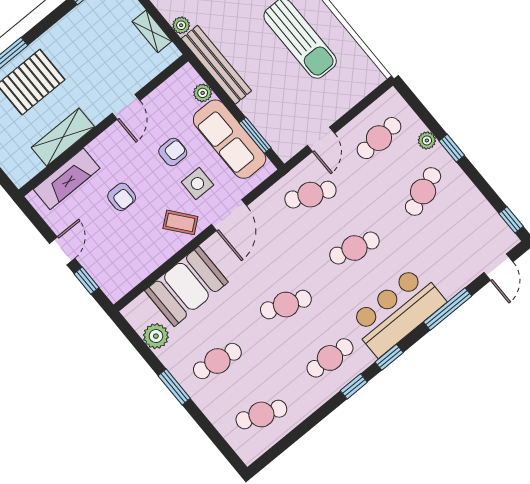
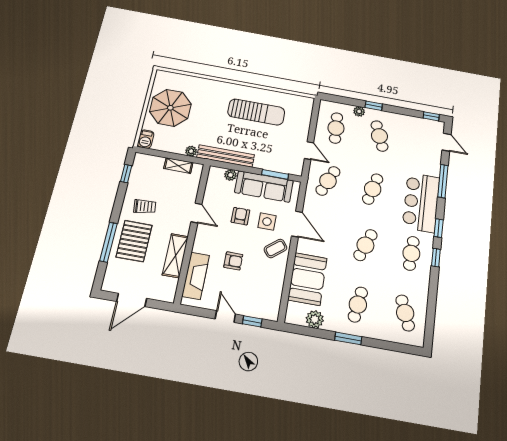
trolley: (74, 51) -> (145, 206), added
cafe table: (261, 414) -> (405, 313), turned -42

